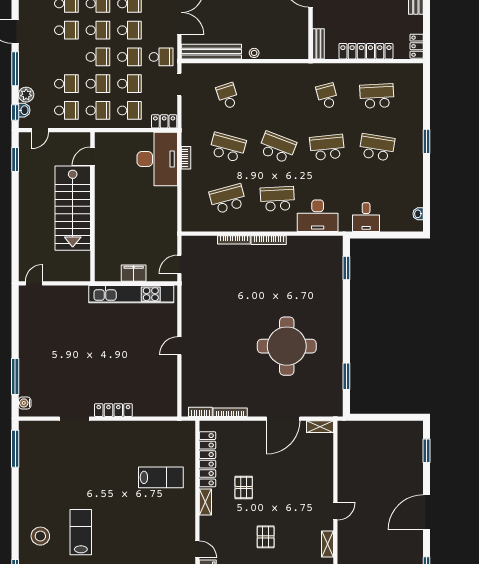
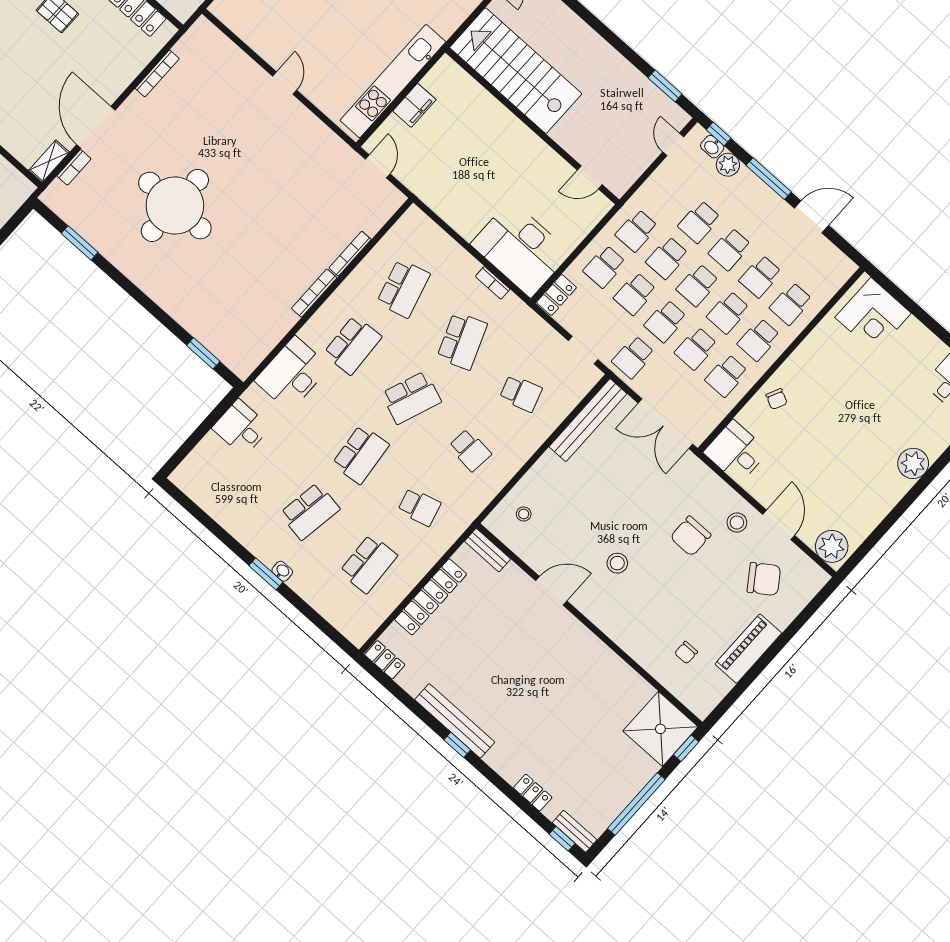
stool: (254, 53) -> (524, 514), moved
school desk: (277, 96) -> (470, 450), added
school desk: (66, 110) -> (730, 249), moved
school desk: (228, 147) -> (462, 341), turned -36
door: (92, 156) -> (590, 177), swing flipped
stairs: (73, 208) -> (516, 71), moved
washbasin: (418, 214) -> (282, 571), moved
bookcase: (200, 412) -> (74, 167), moved

